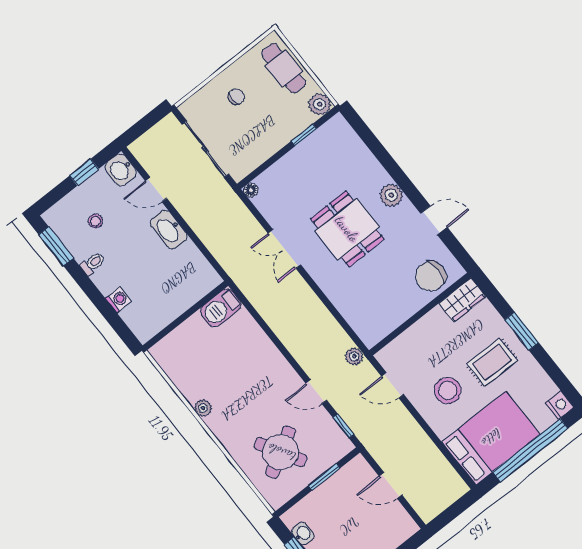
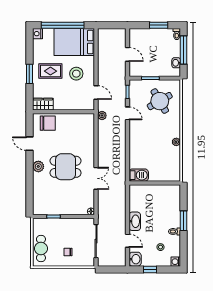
plant: (320, 104) -> (38, 224), removed
dining table: (347, 229) -> (66, 167), turned 90
window: (56, 246) -> (184, 221), moved
washing machine: (118, 300) -> (176, 262), moved

